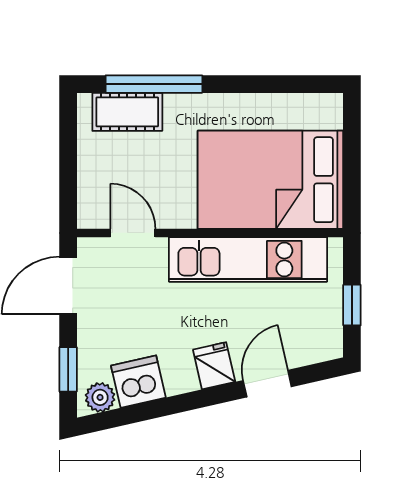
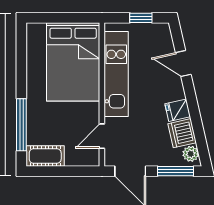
cot: (127, 112) -> (45, 156), moved, turned 90
fridge: (214, 366) -> (178, 110), moved
window: (68, 369) -> (176, 171), width x1.50

